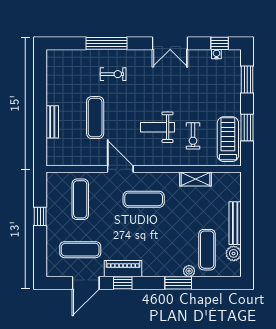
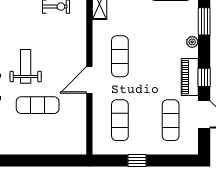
bench: (52, 122) -> (42, 148), removed
weight bench: (157, 127) -> (26, 66), moved, turned 180
exercise mat: (80, 199) -> (120, 120), turned 90
plant: (189, 271) -> (192, 42), moved

